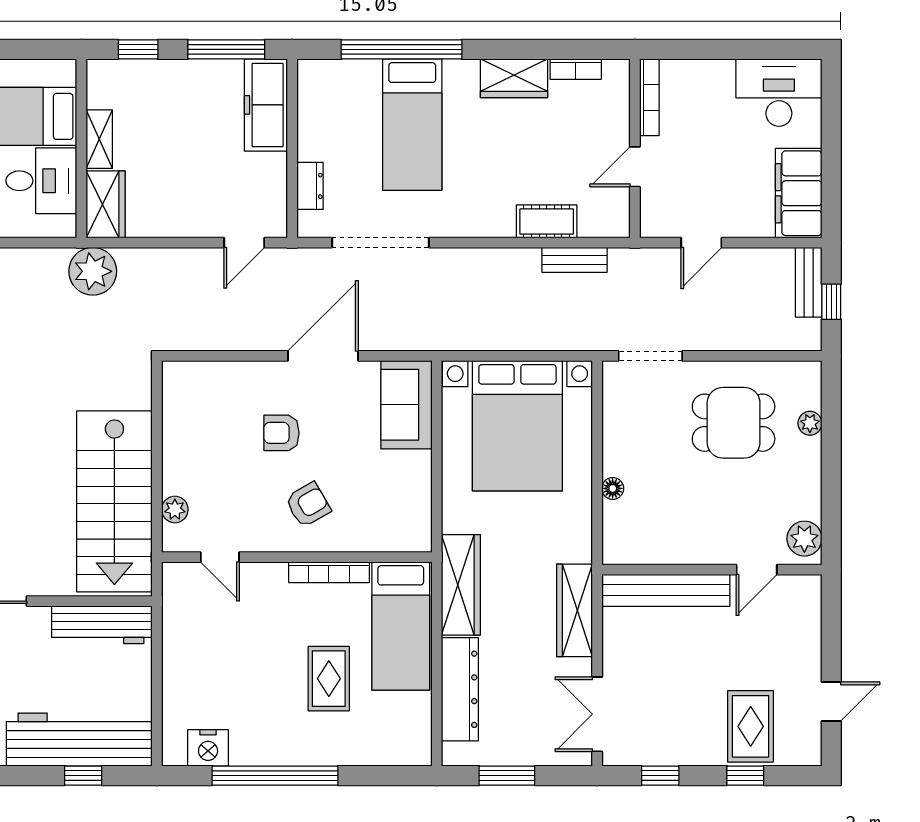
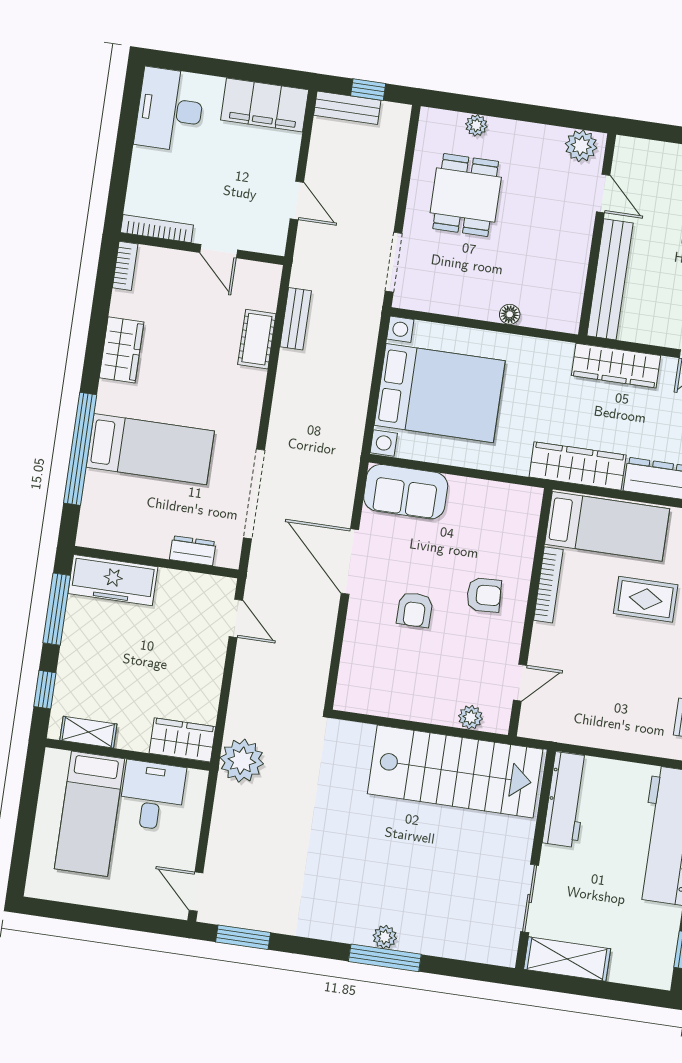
bookcase: (576, 69) -> (125, 266), moved
shelving: (99, 139) -> (88, 732), moved
armchair: (308, 505) -> (484, 595), turned 117

